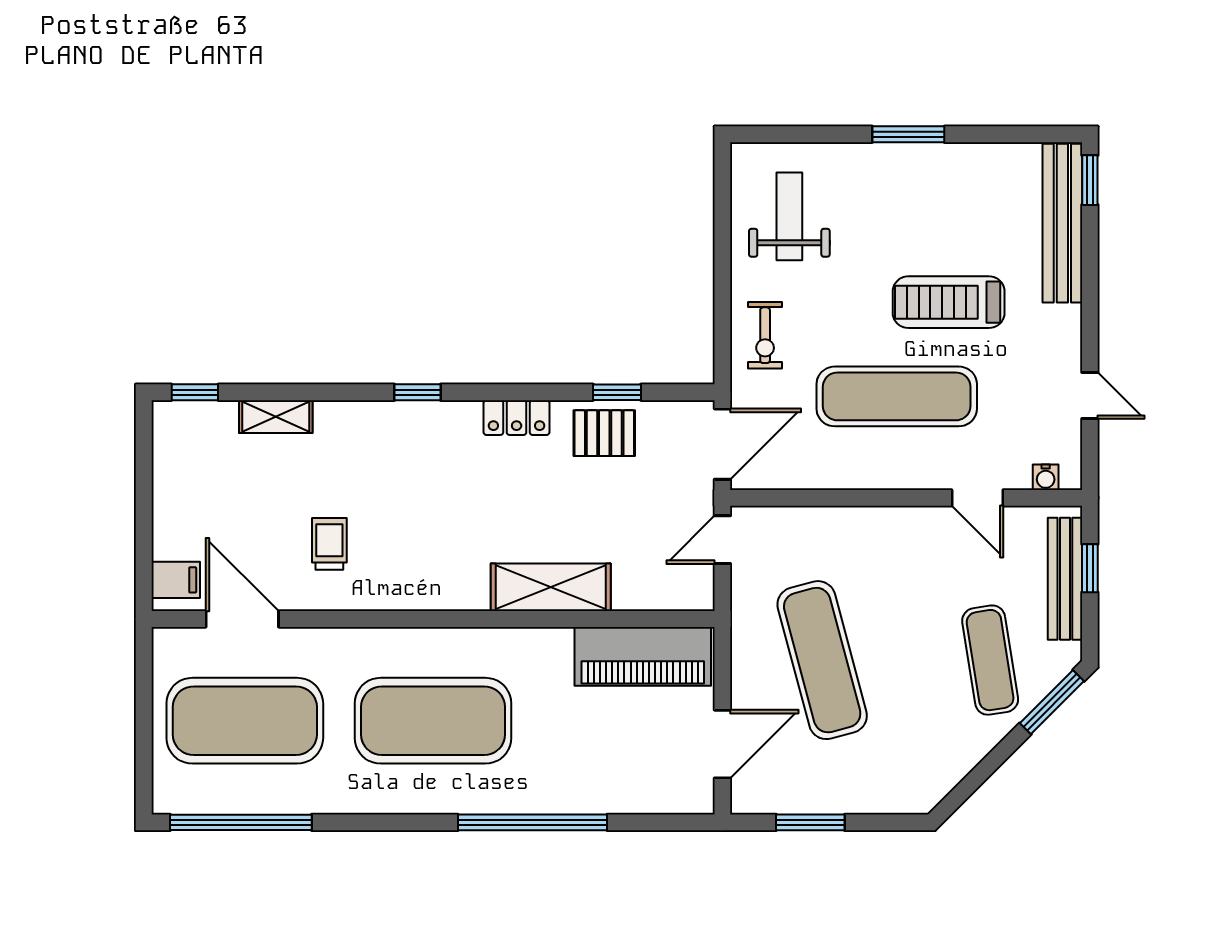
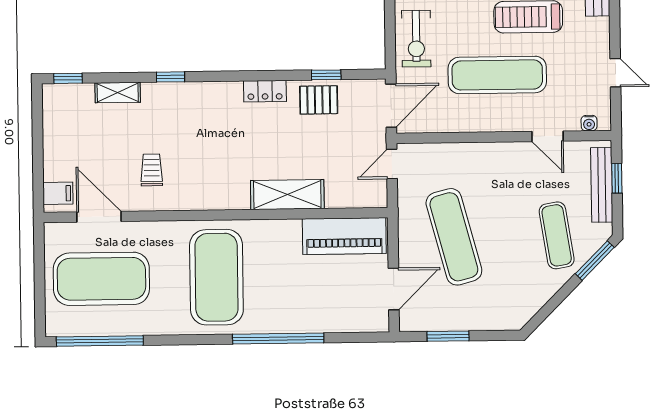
exercise bike: (765, 335) -> (416, 39), width x1.38, depth x1.39
window: (417, 392) -> (171, 77), moved
exercise mat: (433, 721) -> (216, 277), turned 90

